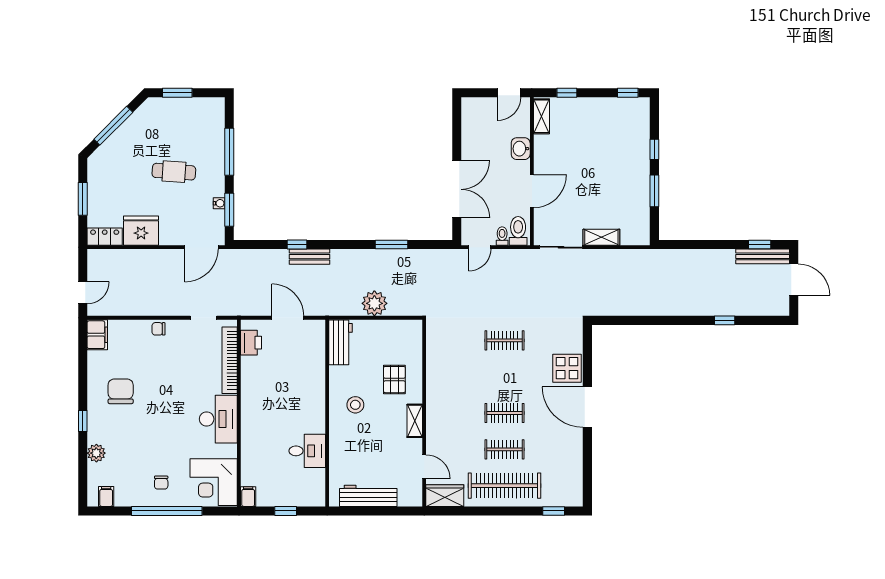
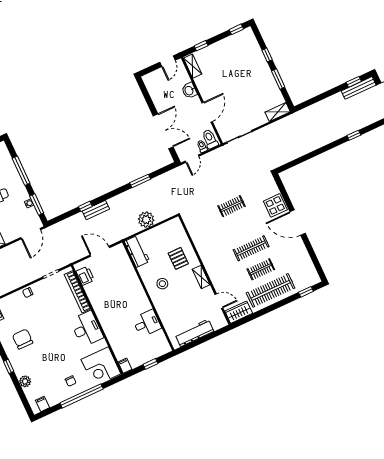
shelving: (601, 237) -> (278, 112), moved
clothes rail: (504, 413) -> (251, 248), width x1.36

